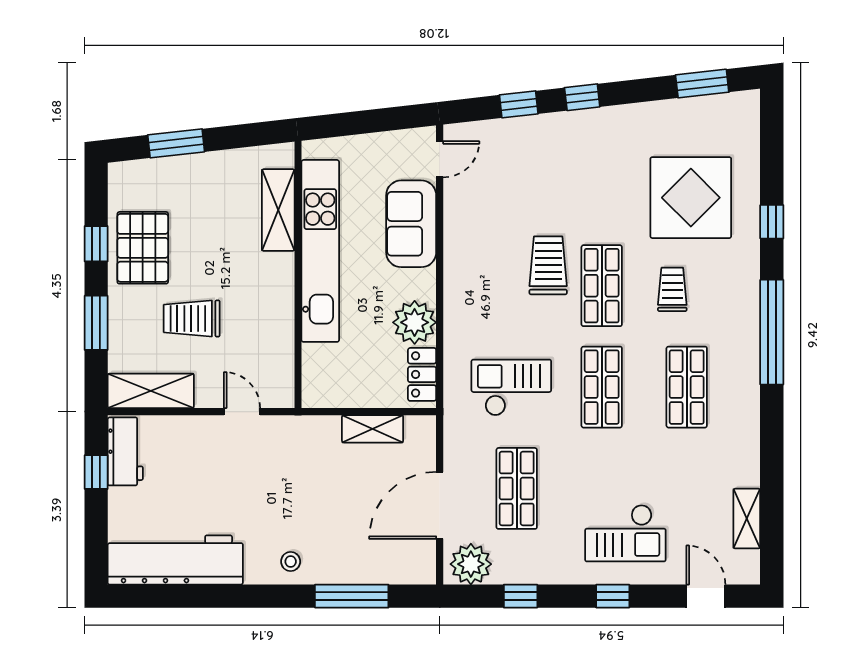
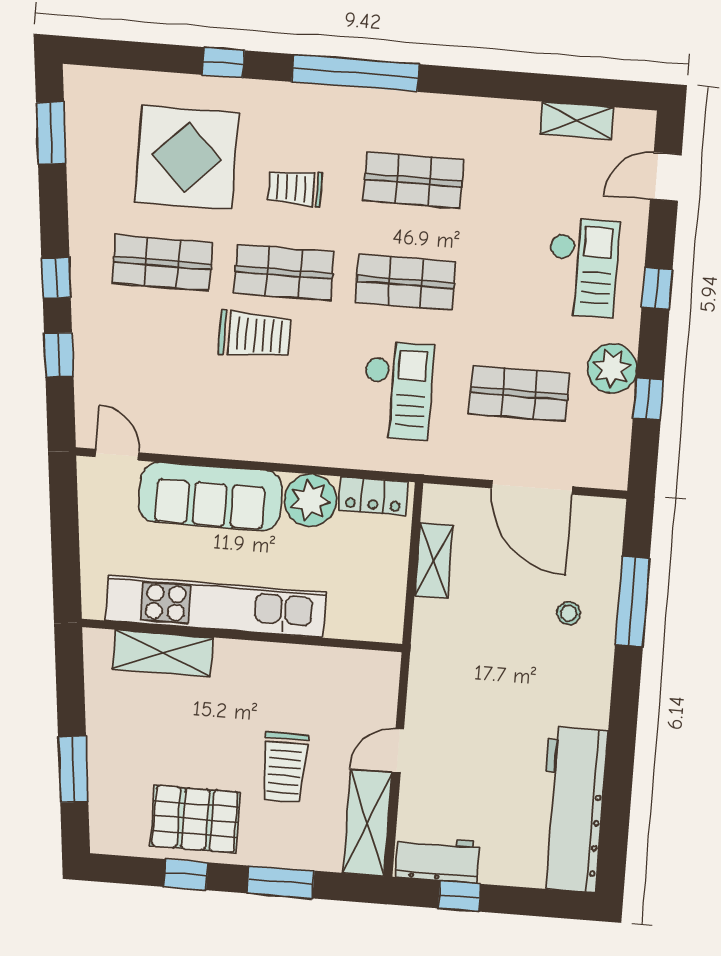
shop shelf: (602, 184) -> (162, 263), added
sofa: (411, 224) -> (210, 496), width x1.36
trolley: (548, 265) -> (254, 335), turned 180
checkout: (511, 388) -> (397, 390), turned 180
door: (242, 412) -> (398, 751), moved
stool: (291, 562) -> (569, 613), moved
plant: (471, 564) -> (612, 368), moved

